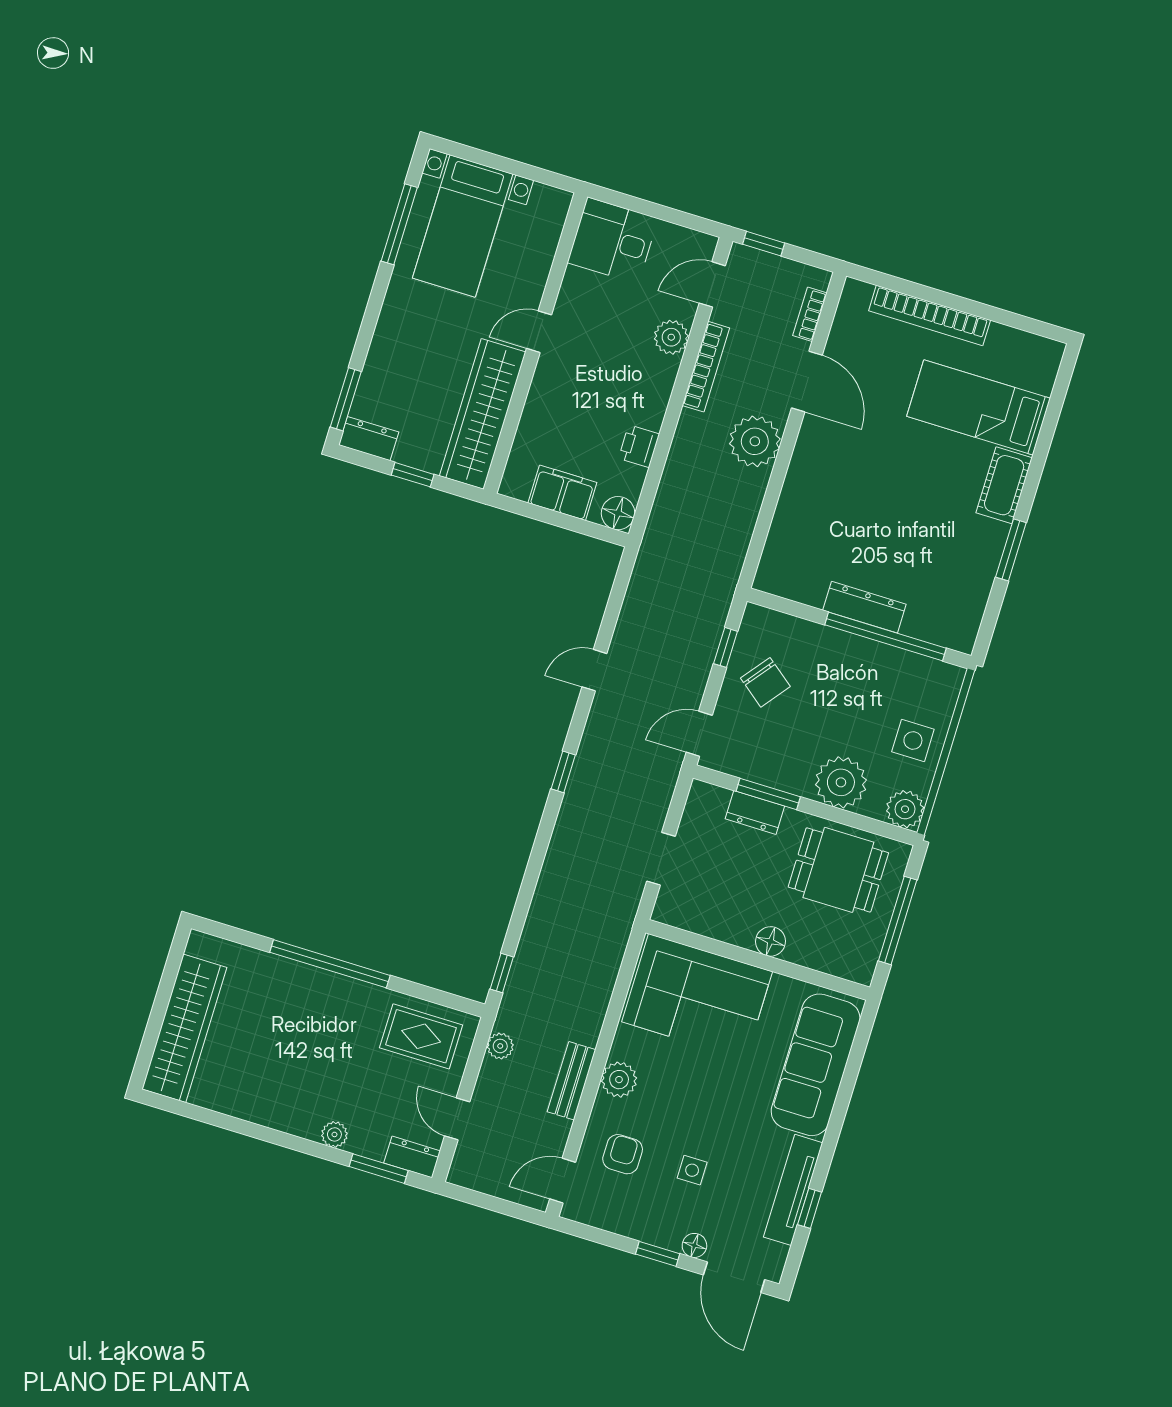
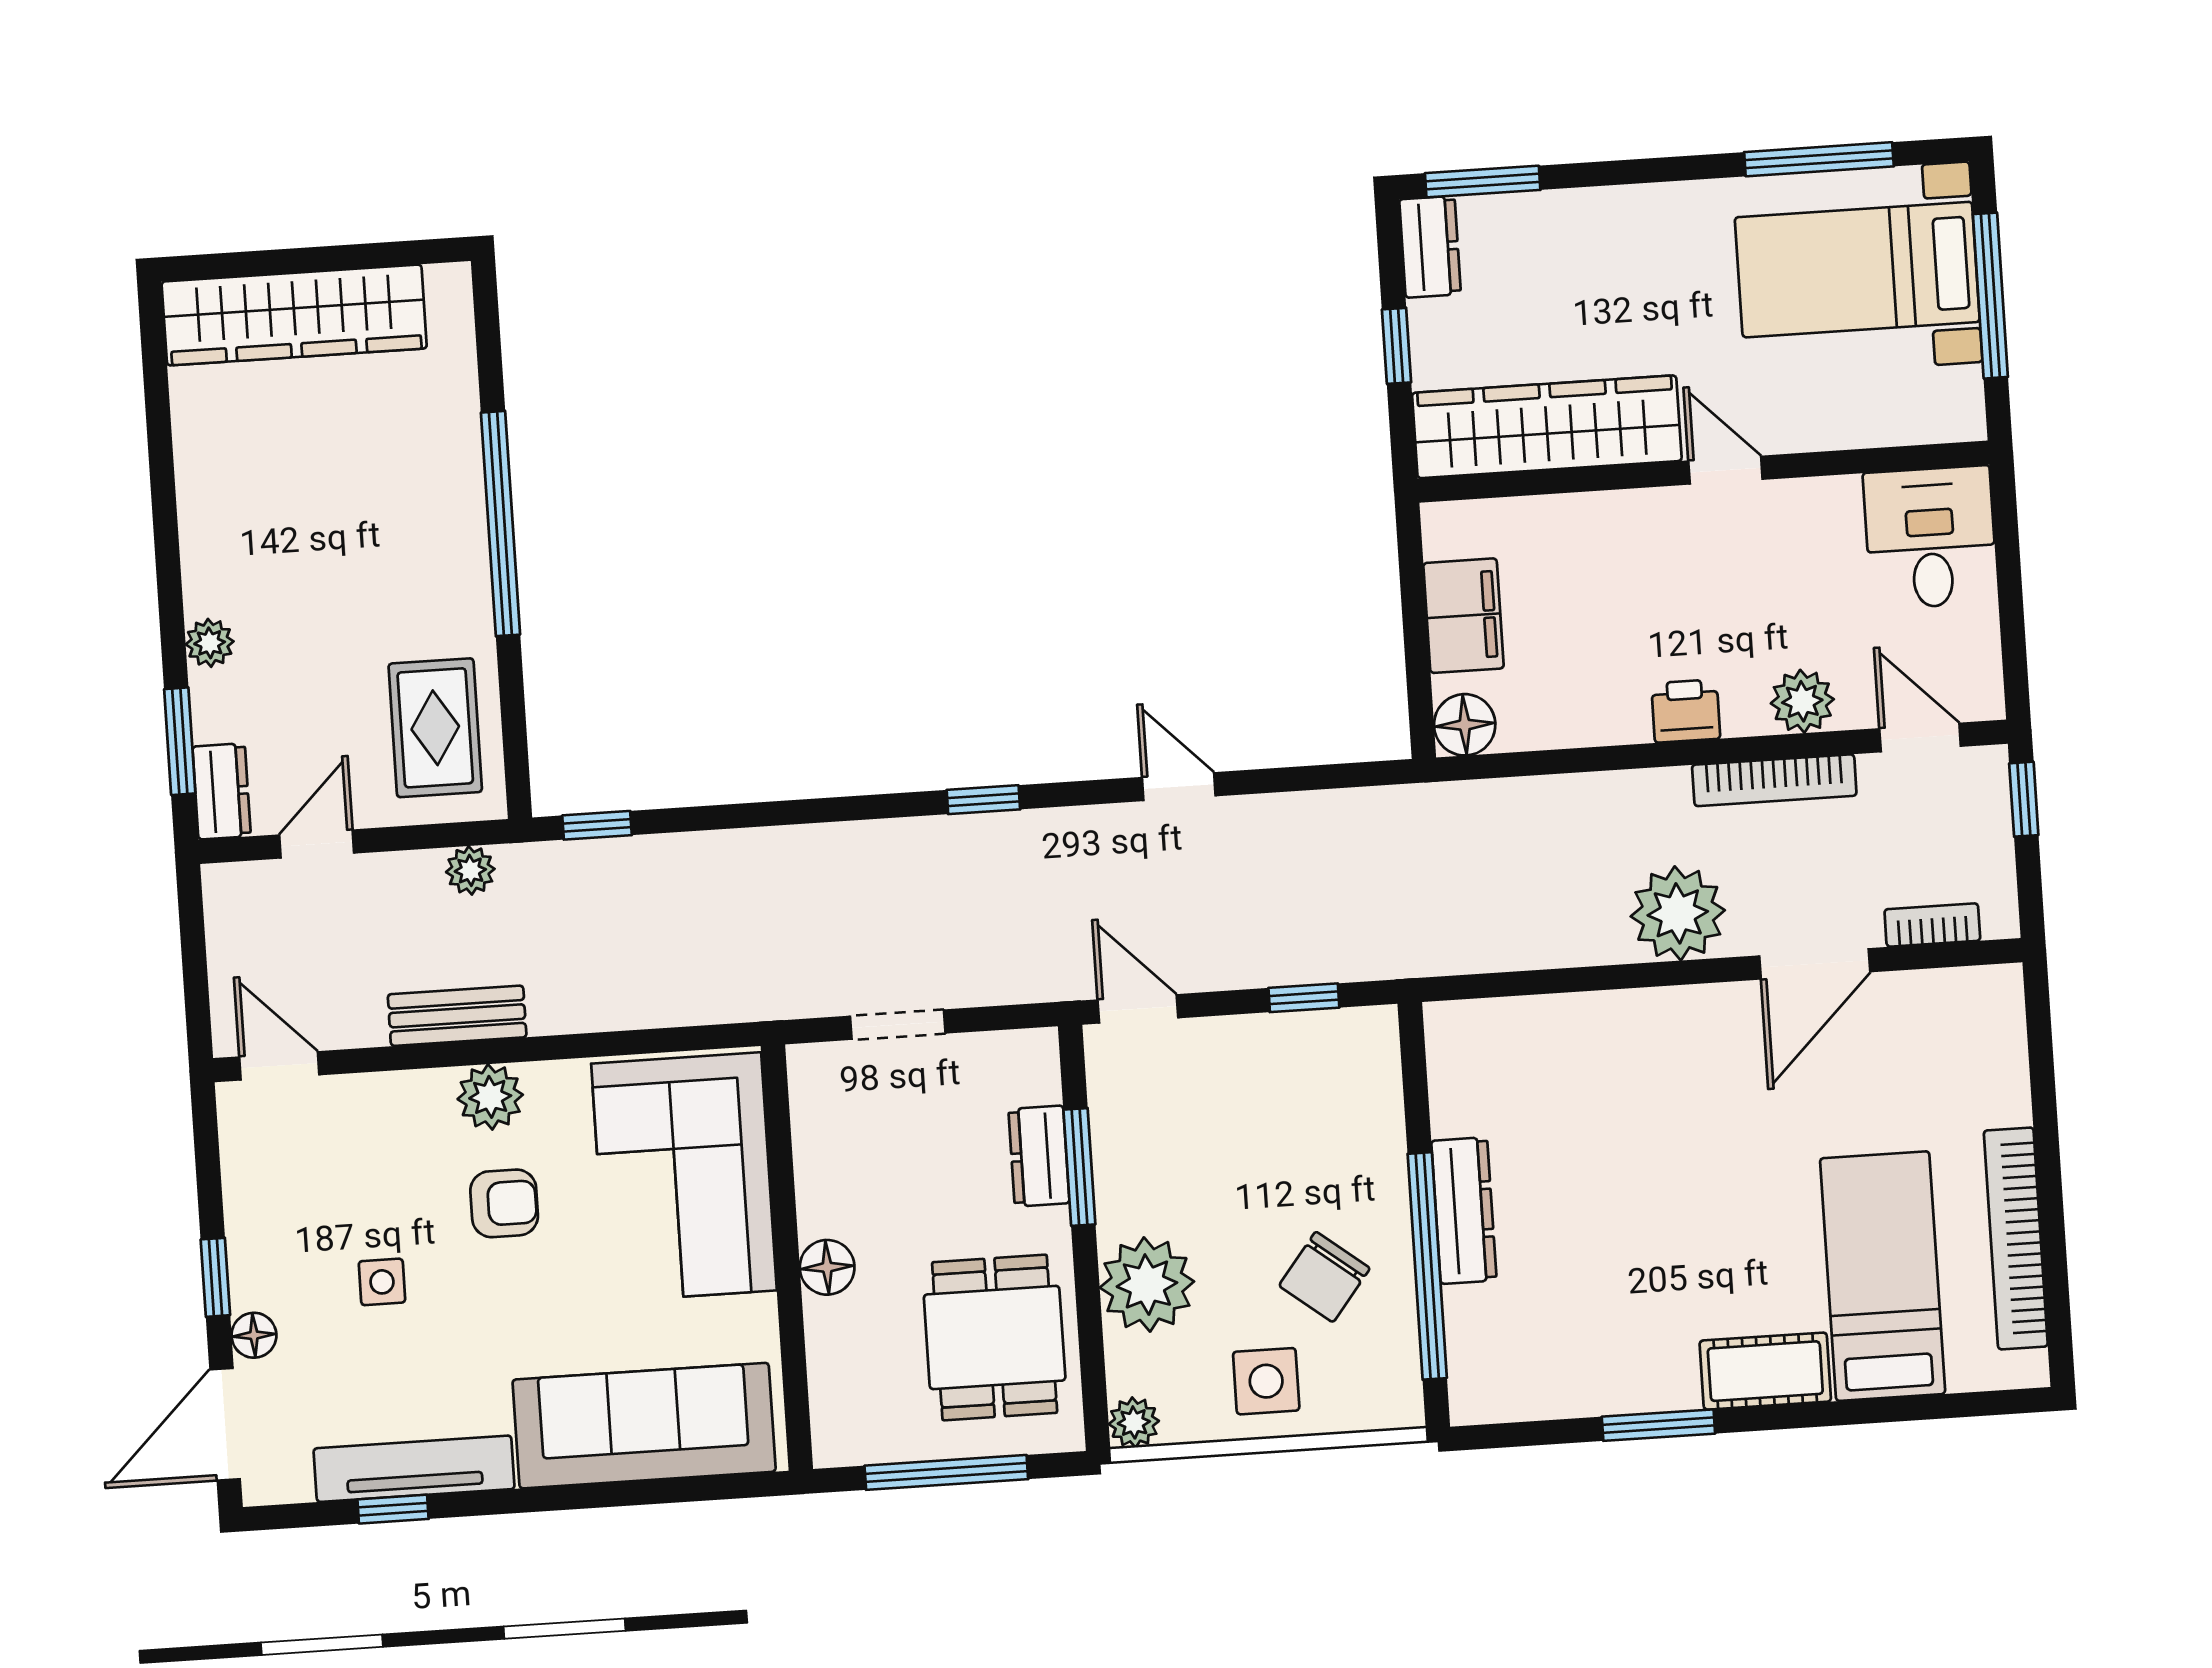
window: (502, 164) -> (1990, 296), added
bookcase: (930, 315) -> (2016, 1238), moved
printer: (639, 446) -> (1686, 711), moved
chair: (765, 682) -> (1324, 1277), moved
plant: (905, 809) -> (1134, 1422), width x0.73, depth x0.73
armchair: (623, 1154) -> (504, 1203), moved

